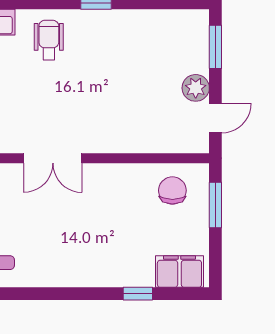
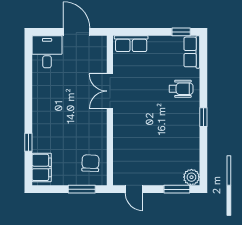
plant: (196, 88) -> (191, 177), moved
chair: (172, 190) -> (90, 163), turned -88

